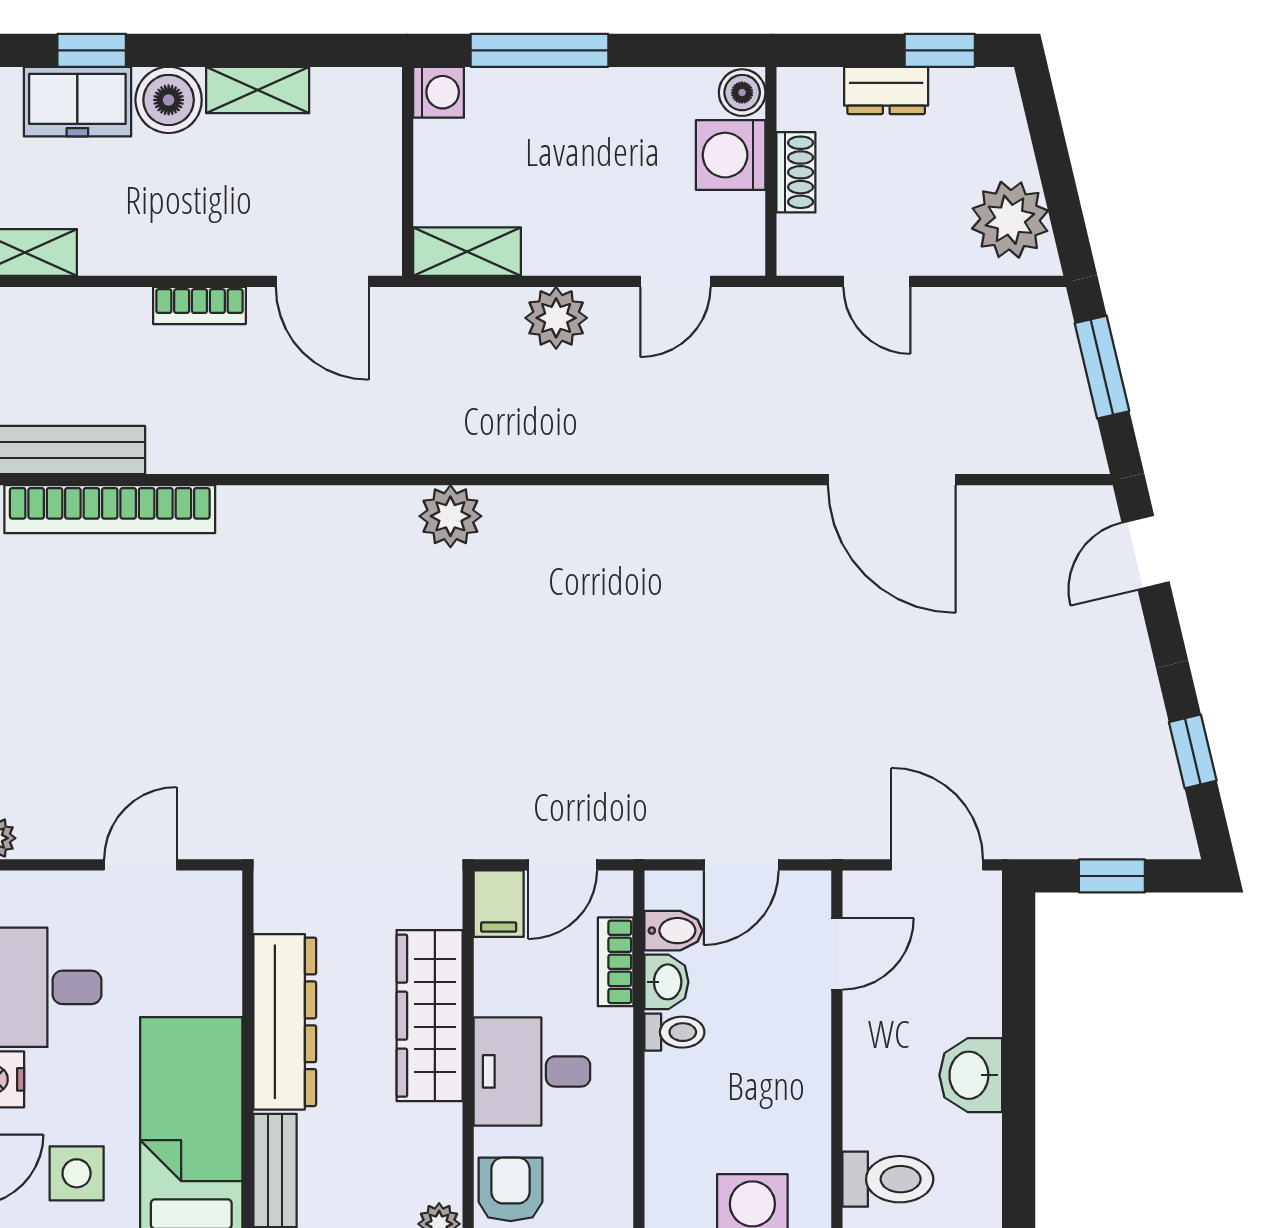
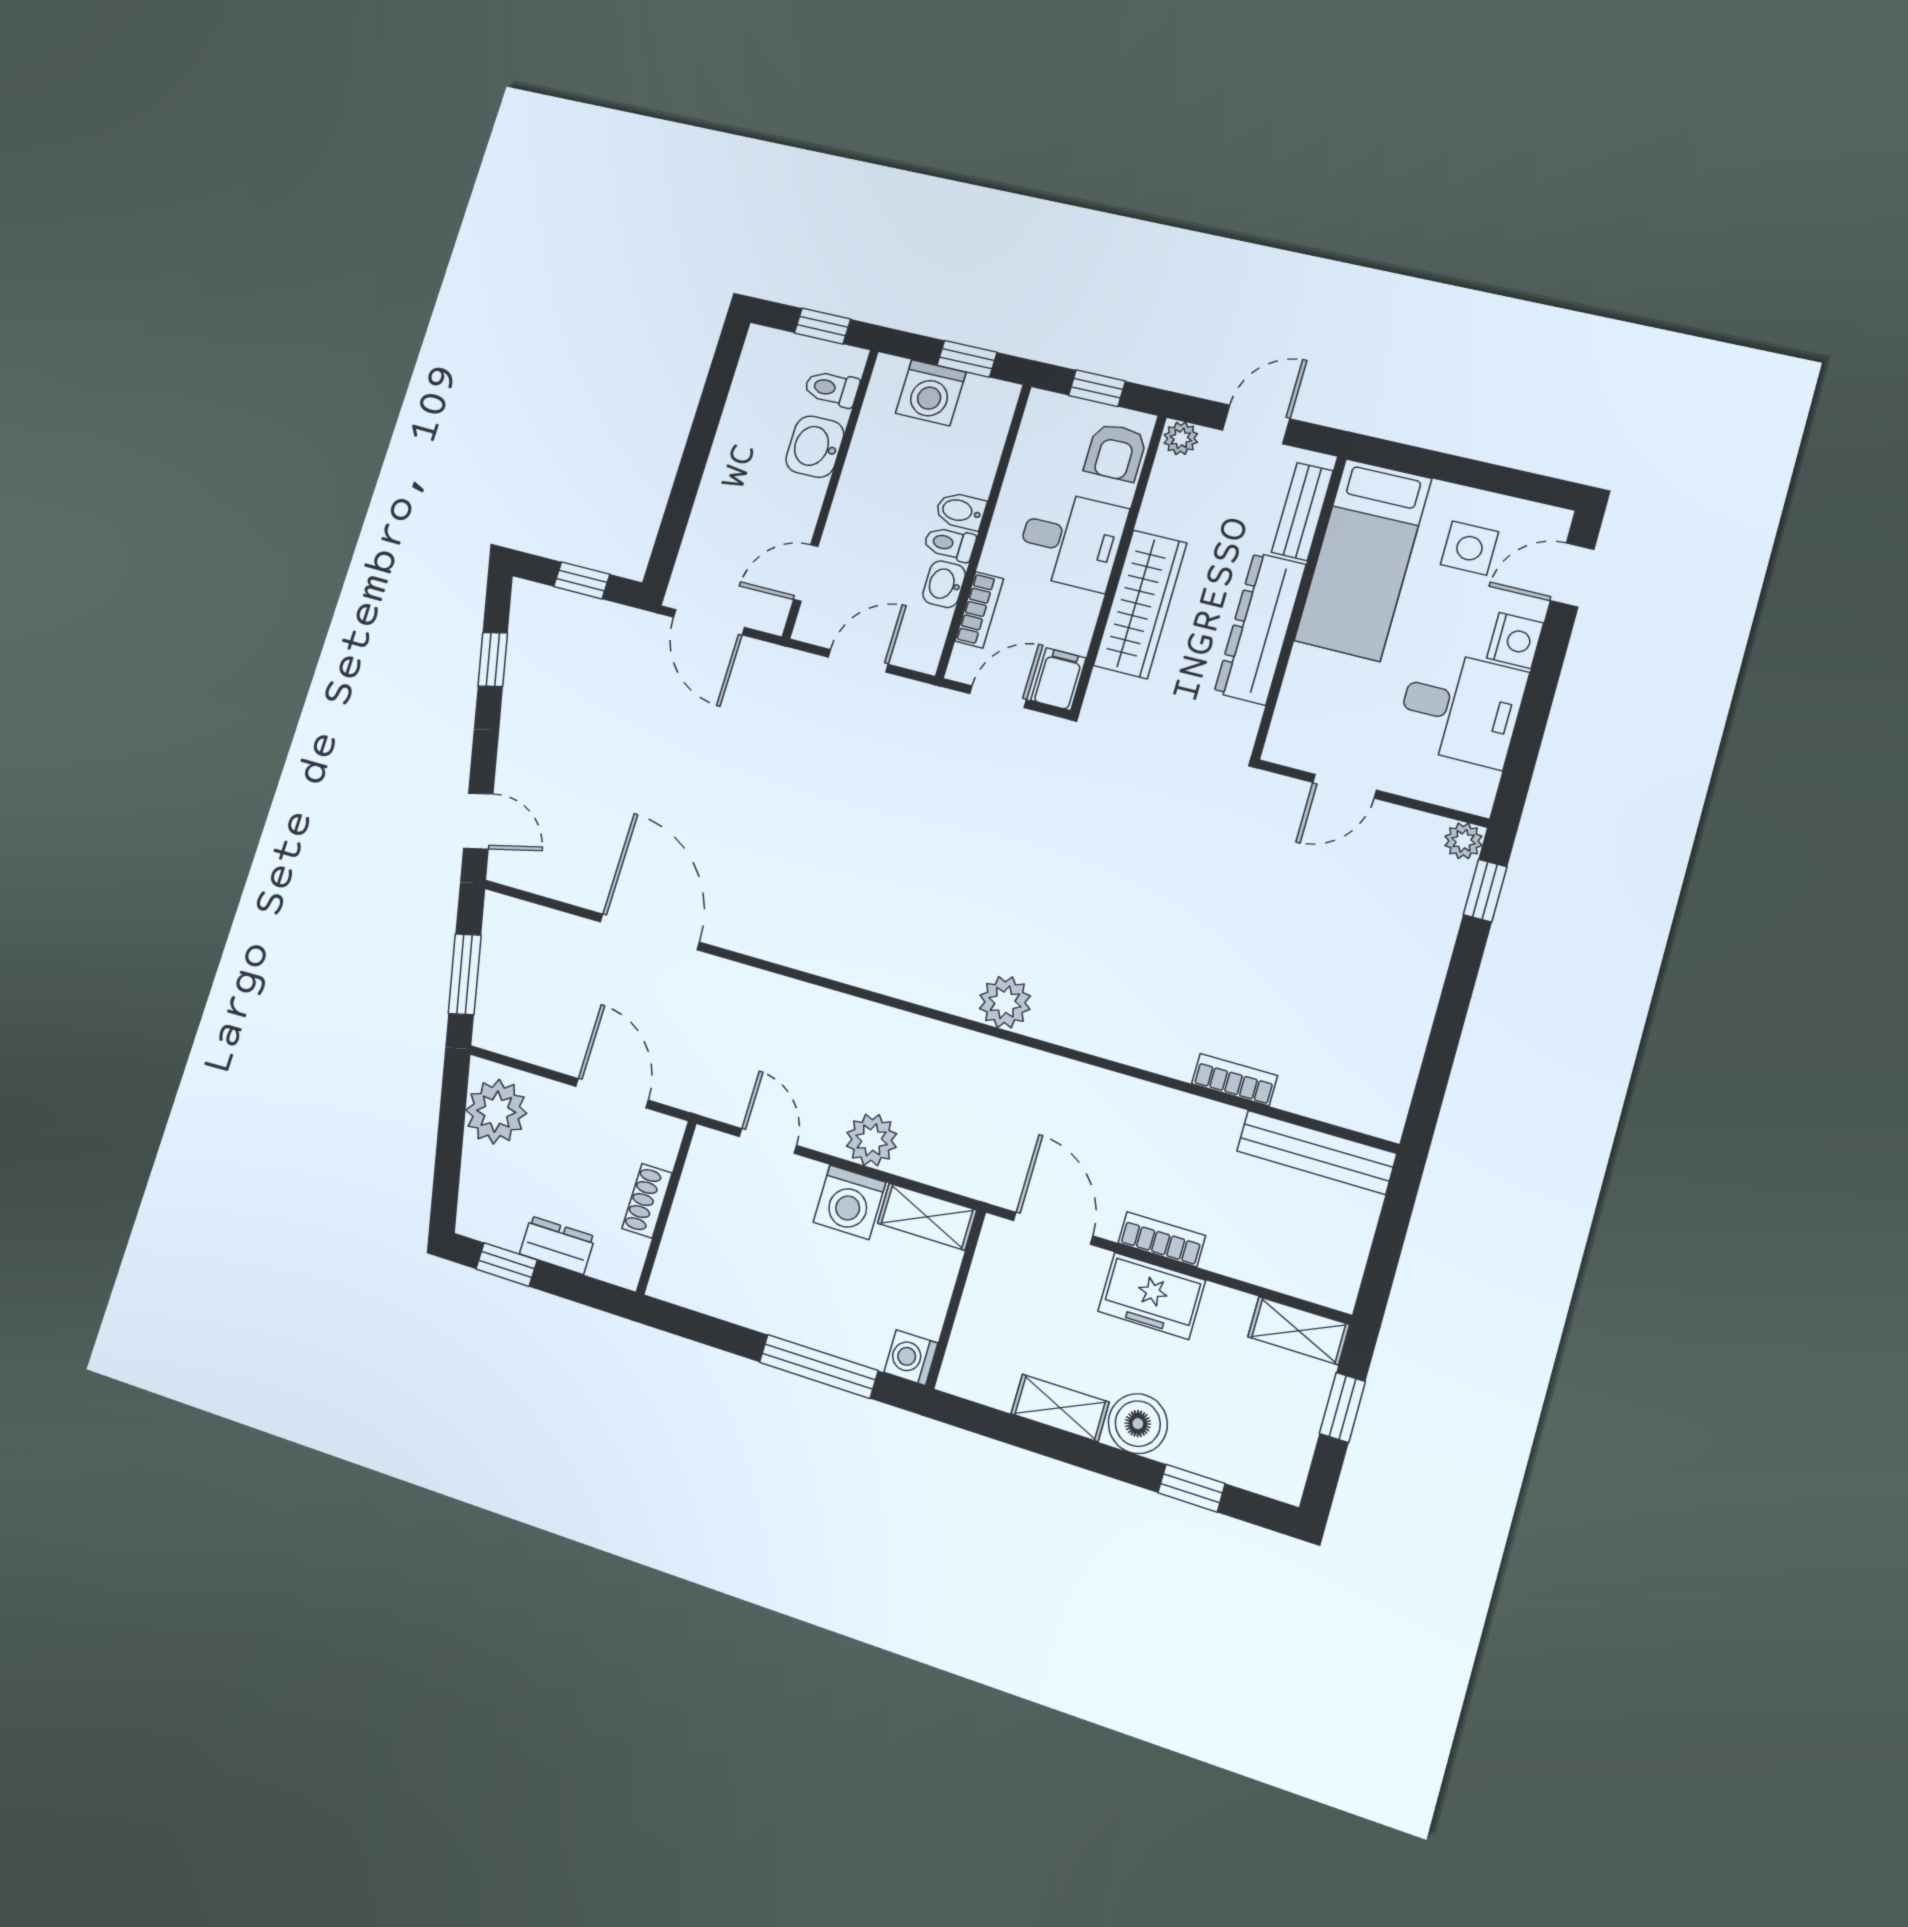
boiler: (742, 93) -> (669, 1279), removed
freezer: (77, 102) -> (1152, 1296), moved, turned 180
washing machine: (731, 155) -> (849, 1202), moved, turned 90
door: (675, 281) -> (768, 1141), hinge flipped
door: (877, 281) -> (612, 1093), width x1.37
bookcase: (110, 509) -> (1235, 1080), width x0.43, depth x0.76
door: (1146, 552) -> (478, 821), hinge flipped
bidet: (673, 931) -> (960, 511), moved
washbasin: (971, 1075) -> (815, 447), moved, turned 180
toilet: (888, 1179) -> (832, 388), width x0.73, depth x0.72

